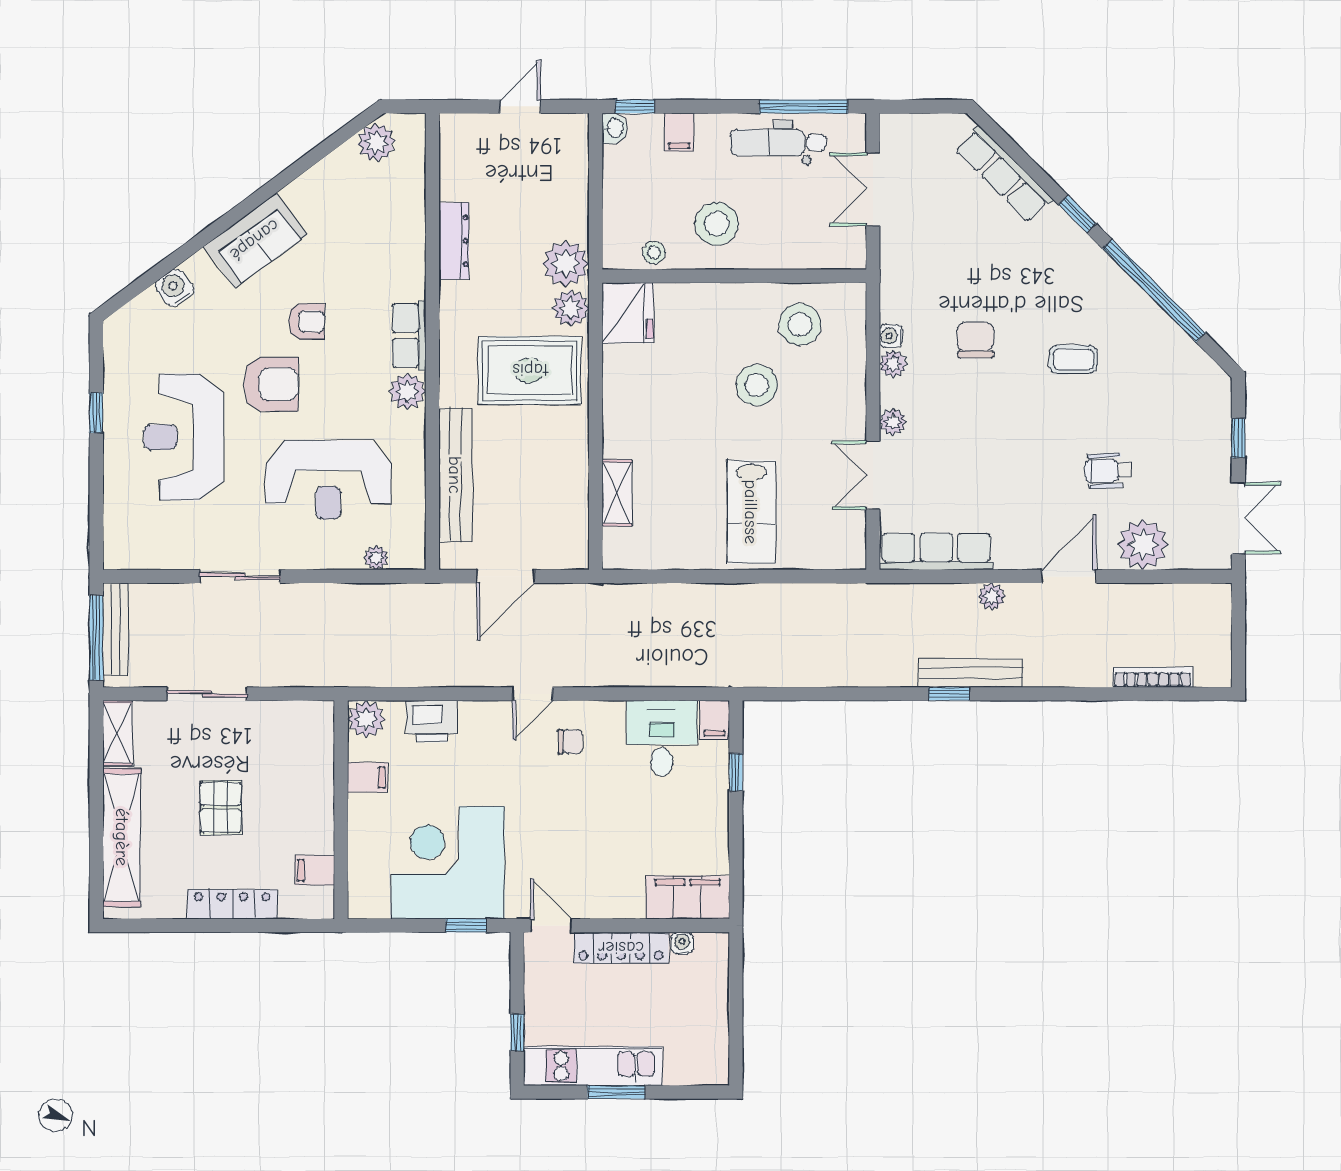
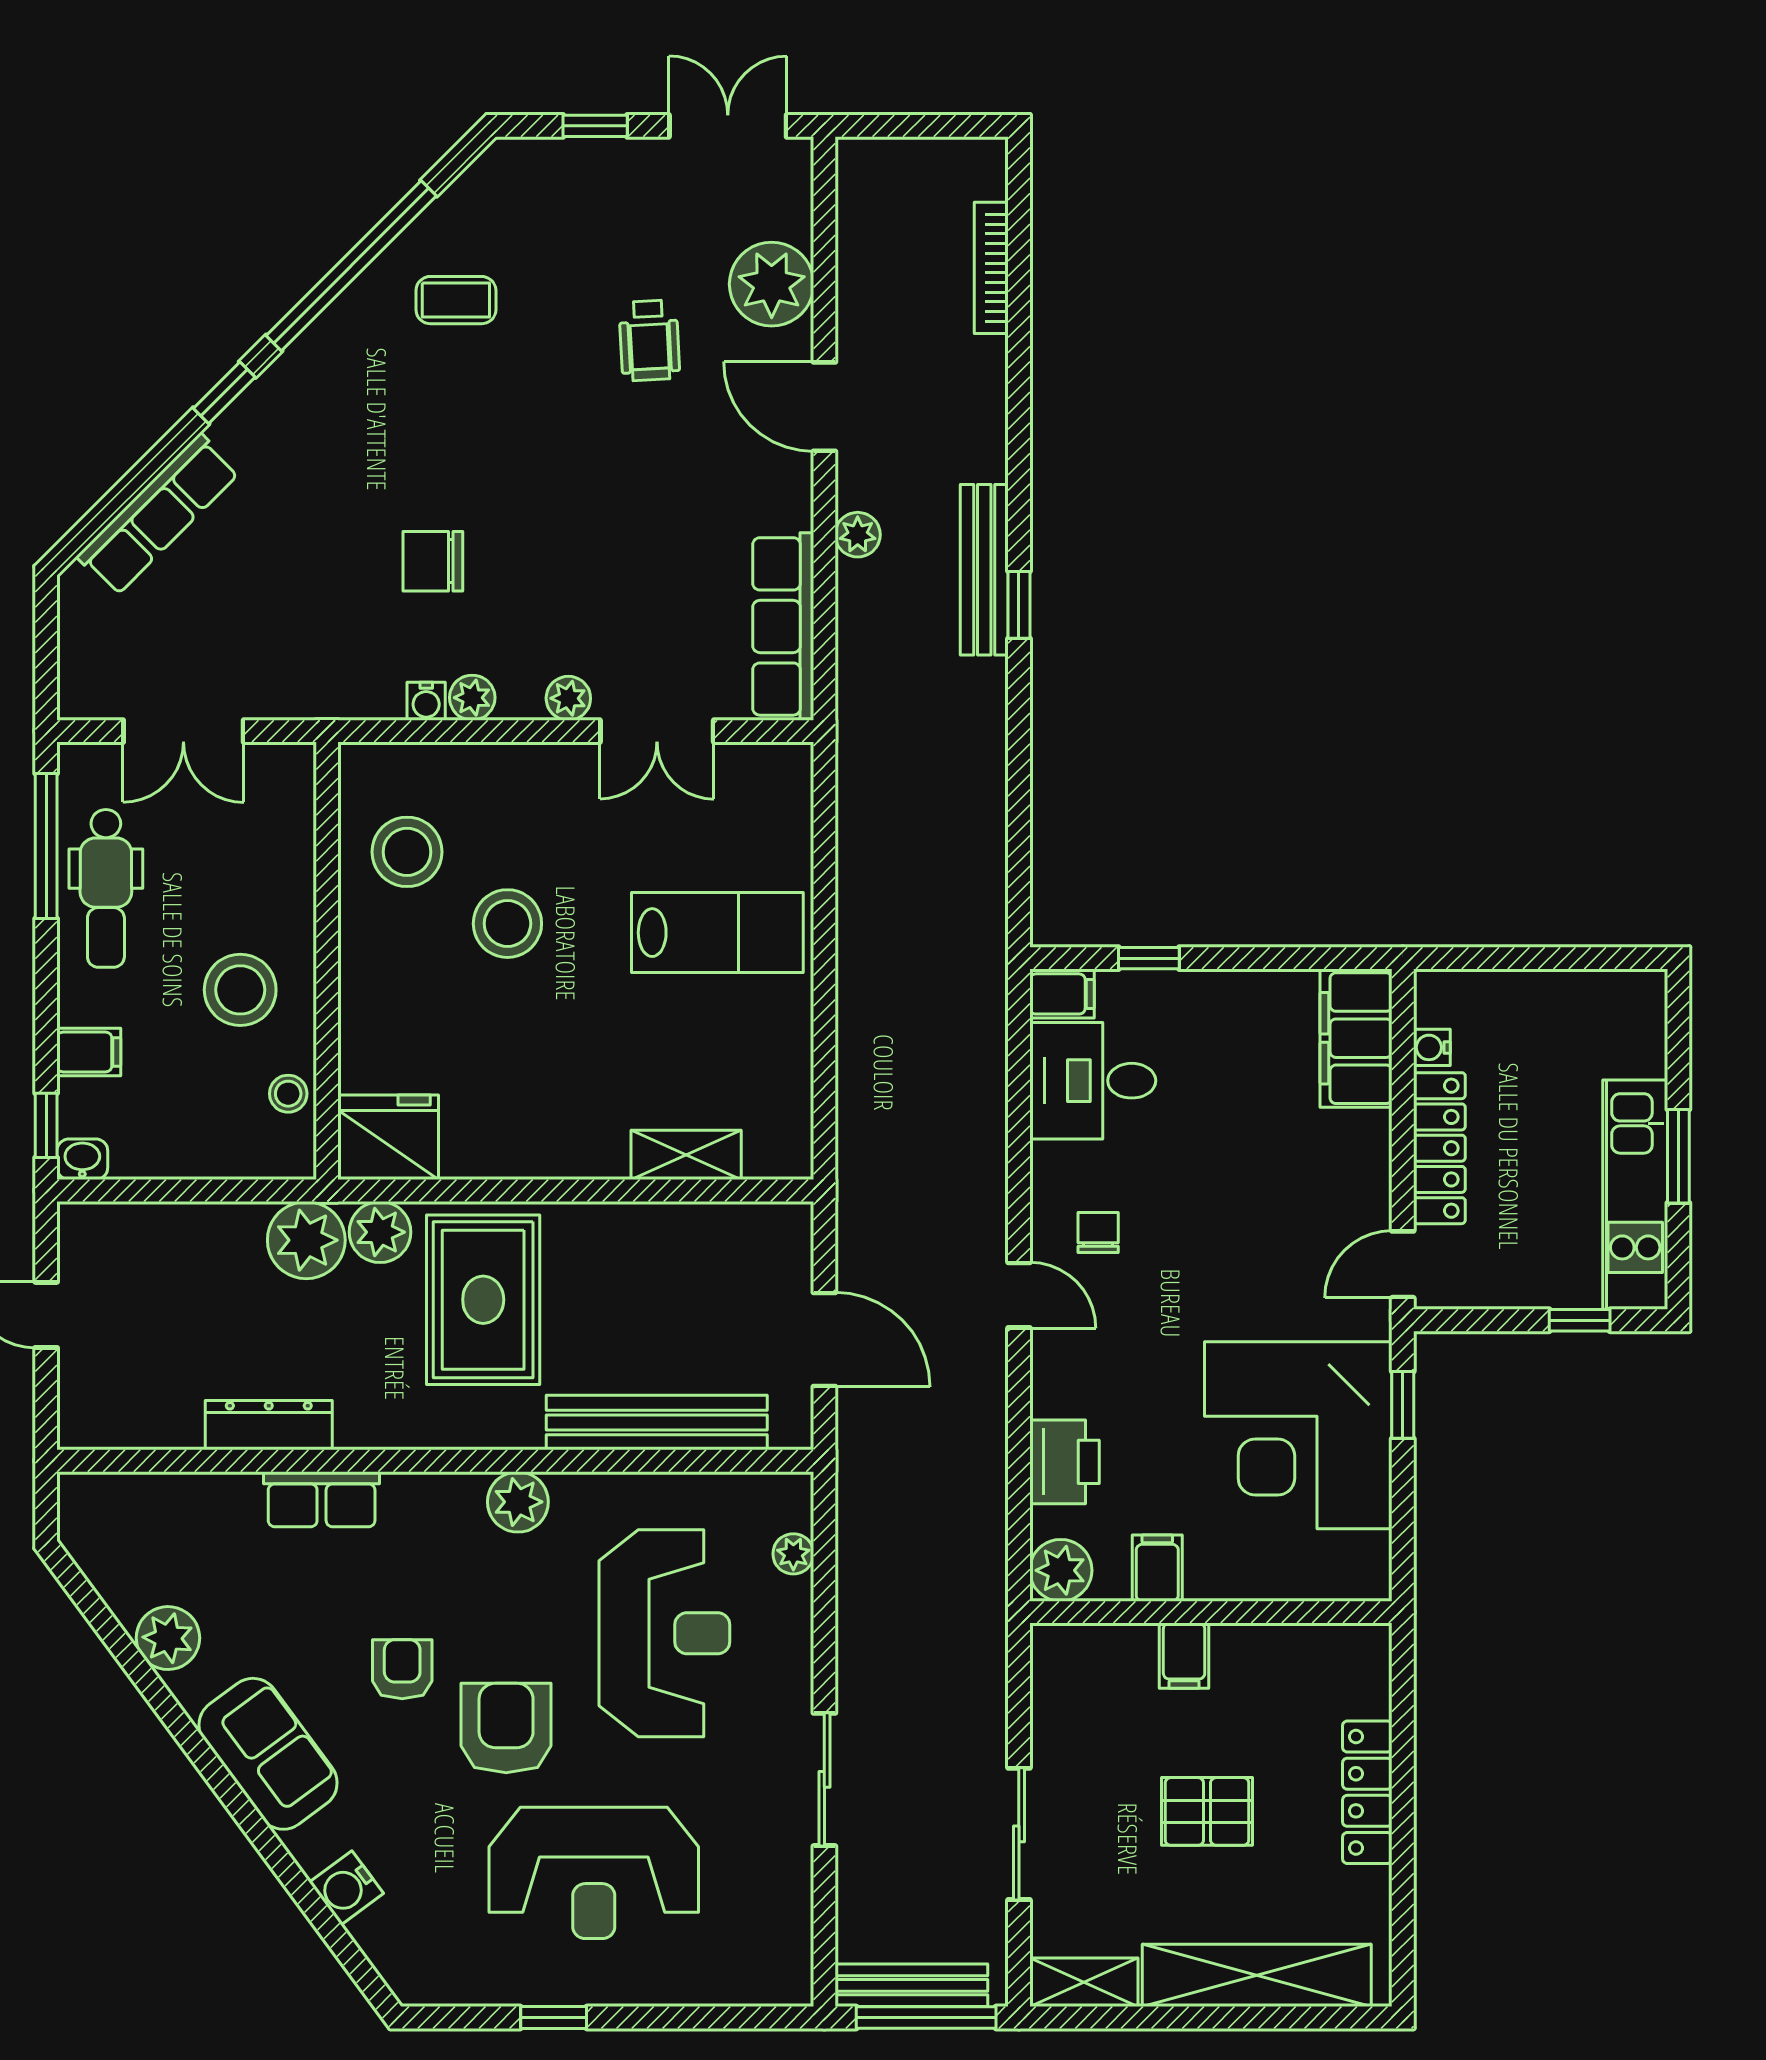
plant: (376, 142) -> (168, 1638), moved
row of seats: (409, 335) -> (322, 1499), moved
coffee table: (1073, 359) -> (456, 300), moved, turned 90
filing cabinet: (315, 870) -> (1184, 1656), moved

